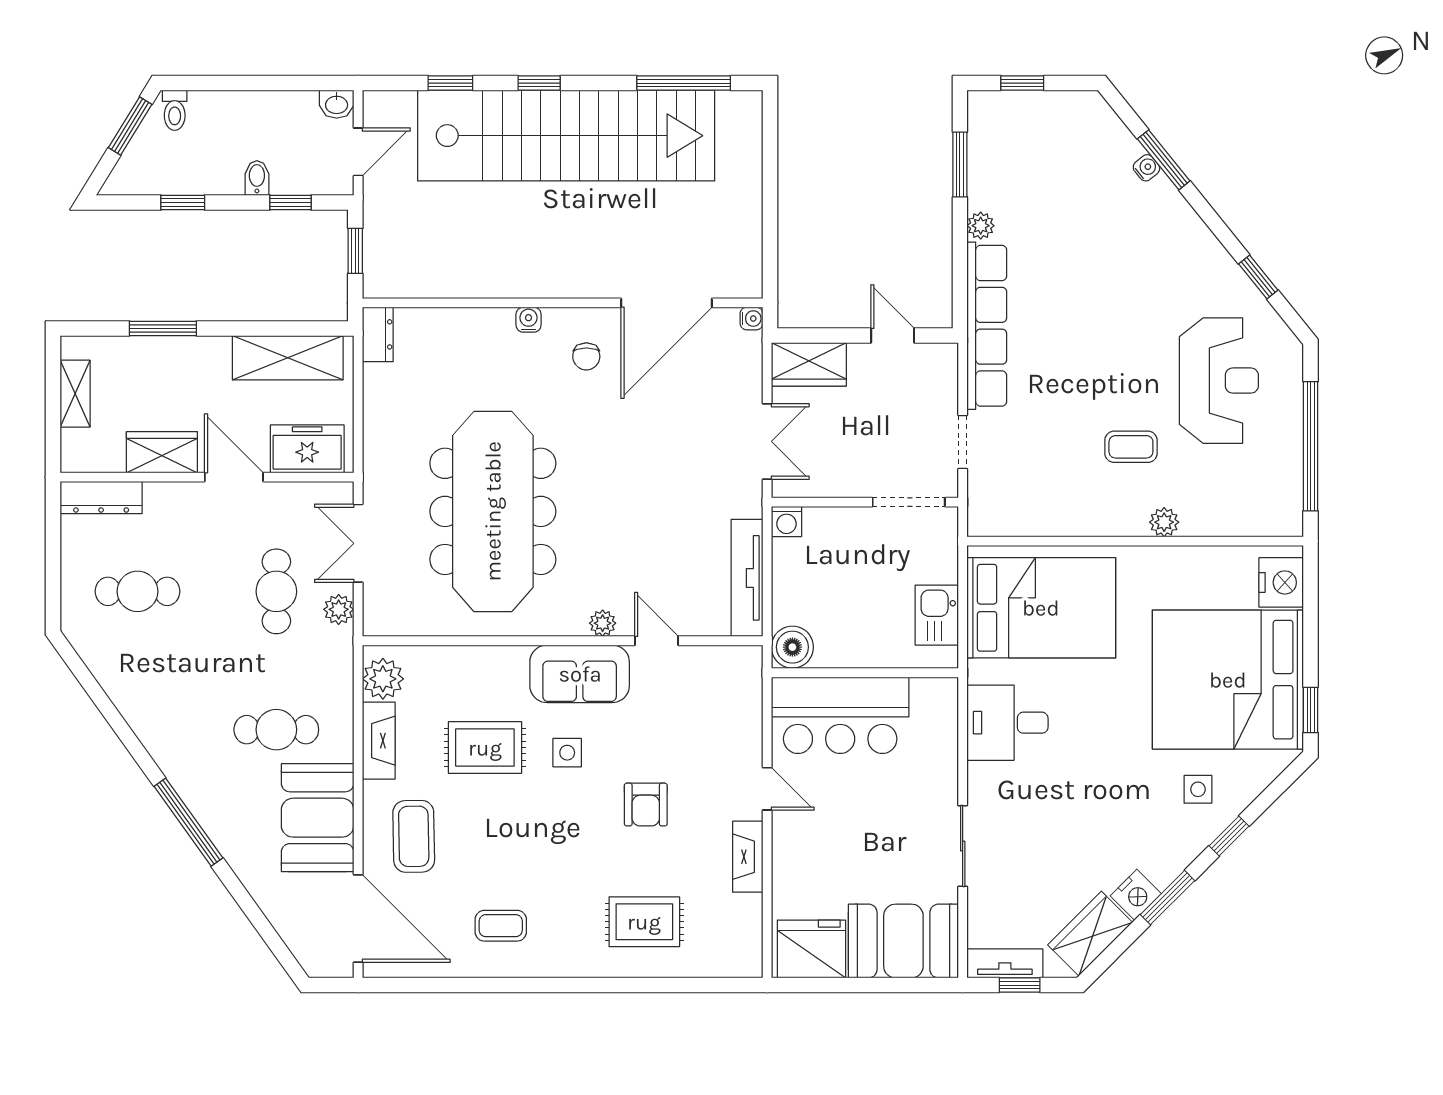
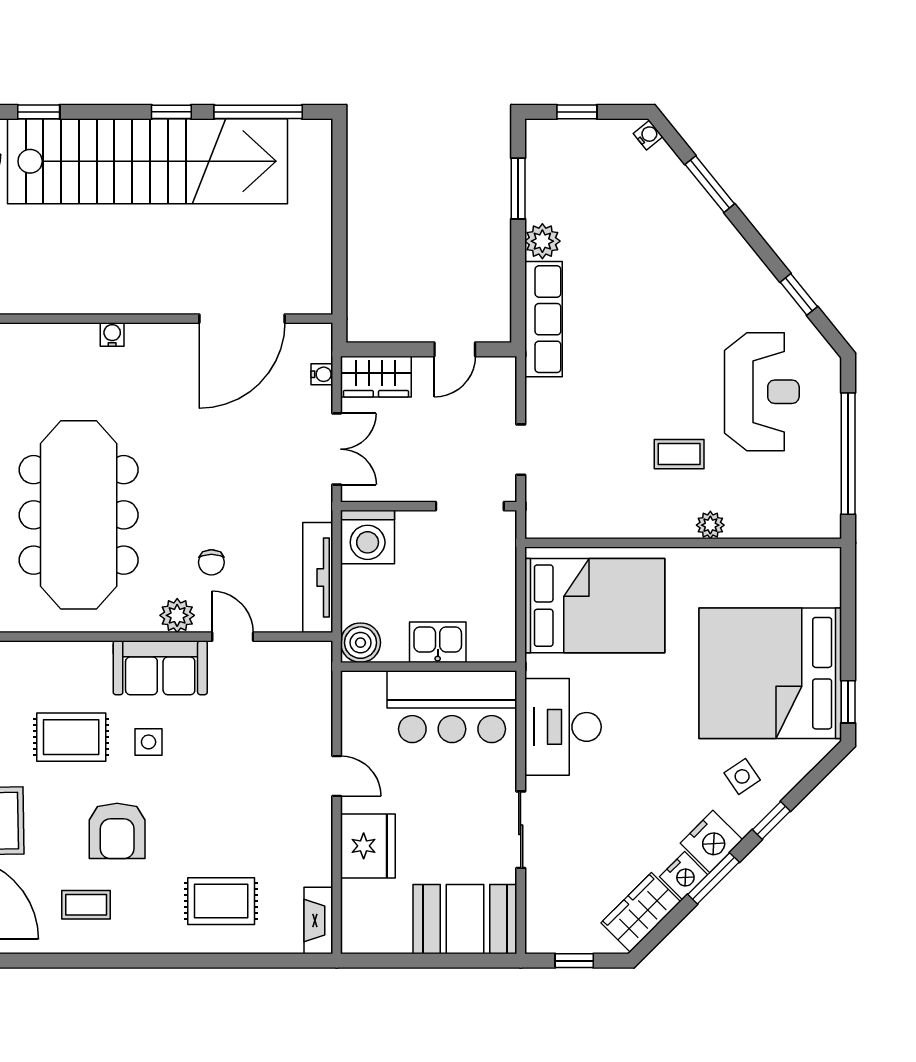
window: (539, 83) -> (171, 112), moved
water cooler: (1146, 168) -> (648, 135), moved
plant: (981, 226) -> (542, 241), width x1.38, depth x1.38
water cooler: (751, 319) -> (322, 374), moved
row of seats: (987, 326) -> (543, 319), width x0.73
door: (893, 336) -> (455, 349), swing flipped
chair: (586, 356) -> (211, 562), moved
washing machine: (786, 521) -> (368, 537), width x1.89, depth x1.89
nightstand: (1281, 582) -> (711, 841), moved, turned 45
kitchen sink: (937, 615) -> (438, 642), moved, turned 90
plant: (603, 623) -> (177, 615), width x1.38, depth x1.38
bar counter: (840, 715) -> (452, 707), moved
desk: (1008, 723) -> (563, 727), width x1.37
side table: (1198, 789) -> (742, 776), turned -34
armchair: (646, 805) -> (117, 831), moved, width x1.38, depth x1.38
fireplace: (748, 857) -> (318, 920), moved
fridge: (811, 949) -> (368, 846), moved, turned 90
tv unit: (1005, 963) -> (560, 940), removed

